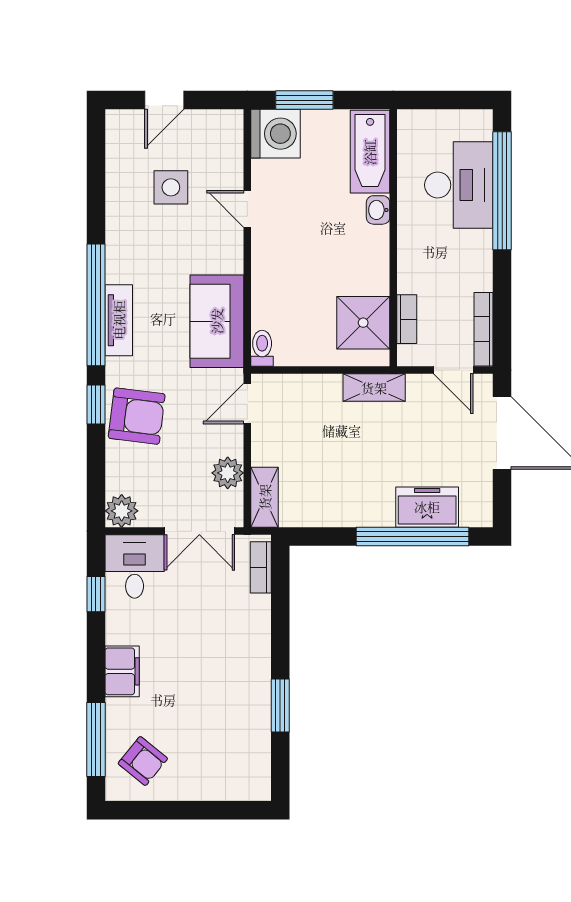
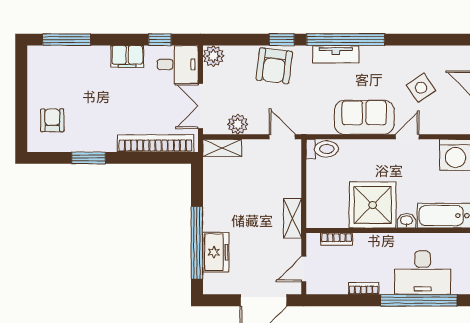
side table: (171, 187) -> (421, 88), turned -34
sofa: (217, 321) -> (364, 117), moved
shower: (363, 323) -> (373, 205), moved, width x1.37, depth x1.37
bookcase: (484, 329) -> (364, 288), moved, width x0.64
toilet: (262, 348) -> (322, 149), width x1.37, depth x1.39
bookcase: (261, 567) -> (155, 143), width x2.31, depth x1.31
filing cabinet: (122, 671) -> (127, 56), moved
armchair: (143, 761) -> (52, 120), moved, turned 141

